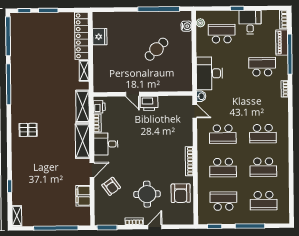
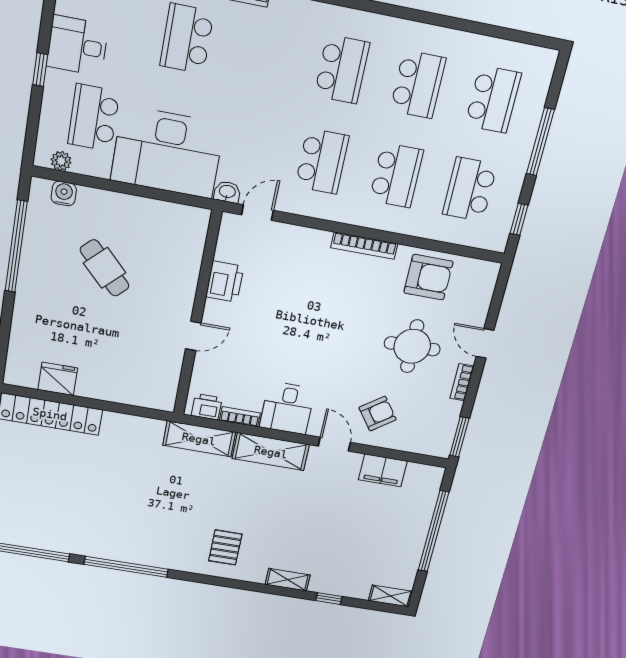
shelving: (84, 71) -> (288, 580), moved
desk: (209, 73) -> (167, 152), width x1.36, depth x1.30
printer: (149, 103) -> (225, 282), moved

